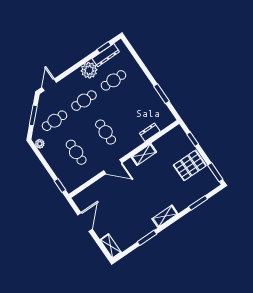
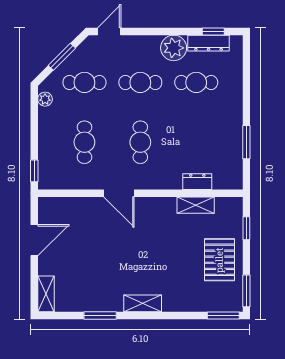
shelving: (144, 155) -> (196, 205), moved
pallet: (190, 165) -> (219, 260), turned 90
window: (198, 203) -> (223, 315), moved

